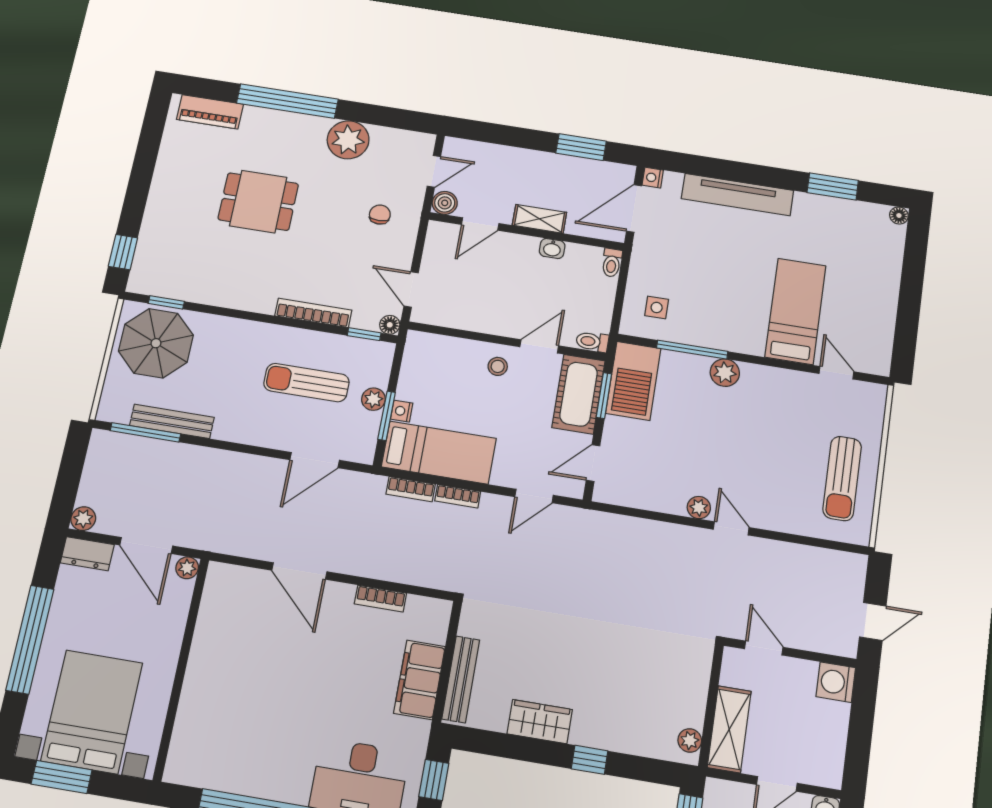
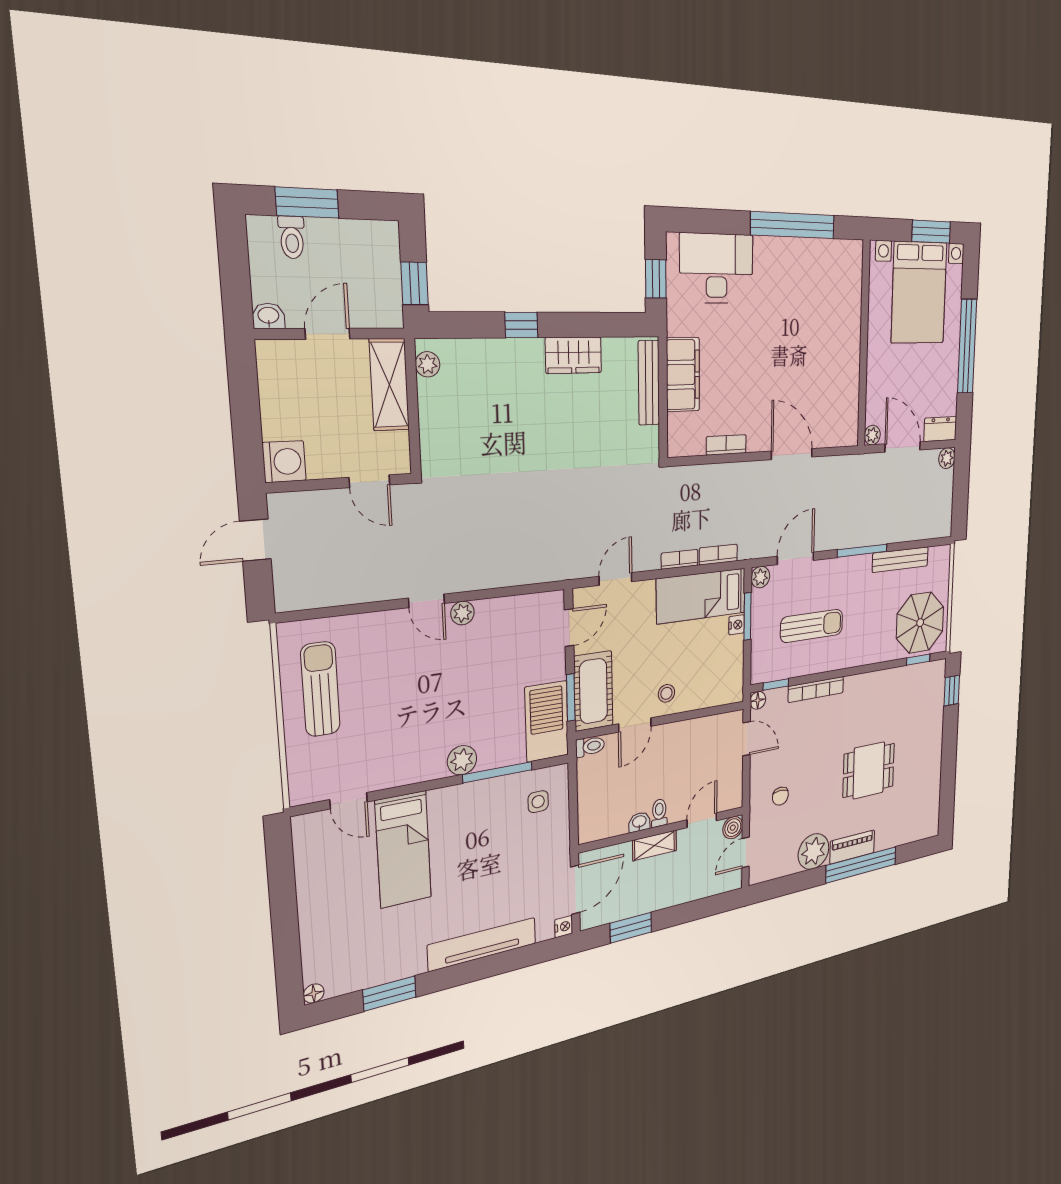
piano: (210, 112) -> (852, 847), moved
toilet: (612, 263) -> (659, 813), moved
plant: (373, 399) -> (760, 577), moved
window: (145, 432) -> (862, 551), moved

